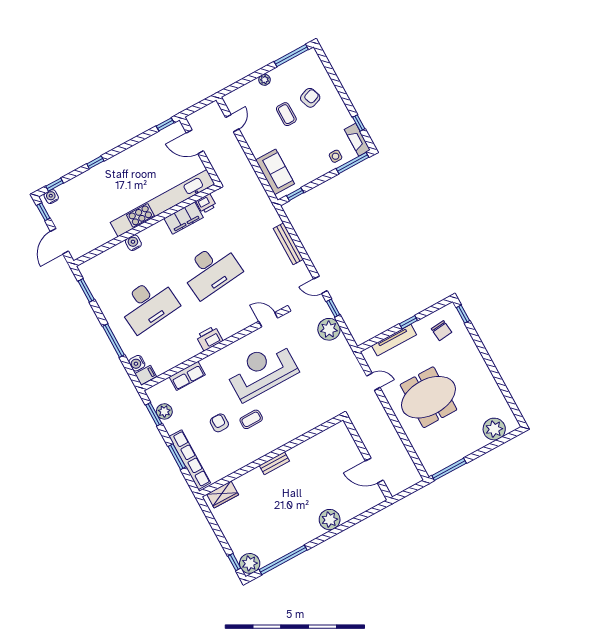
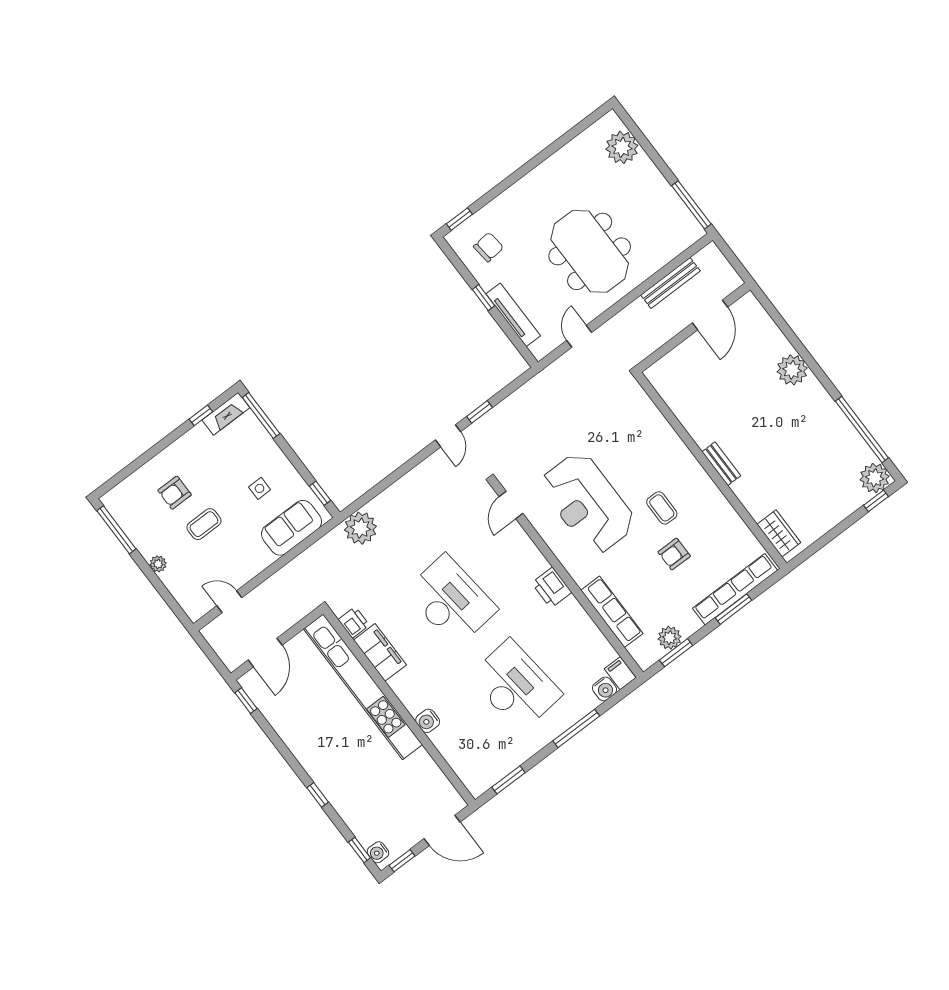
armchair: (310, 98) -> (175, 493), turned -70
side table: (336, 156) -> (260, 488), moved
bench: (288, 244) -> (670, 283), moved
plant: (329, 329) -> (360, 528), moved
row of seats: (187, 376) -> (612, 612), width x1.48

